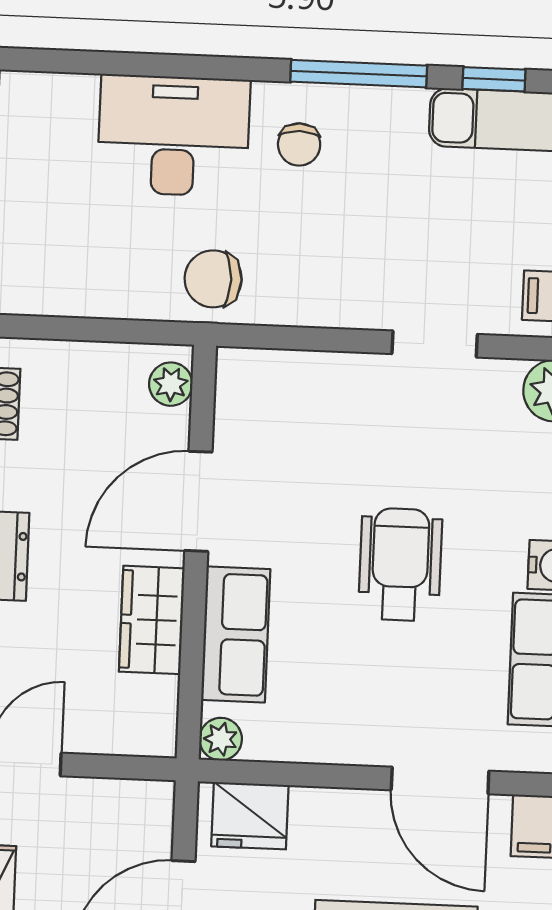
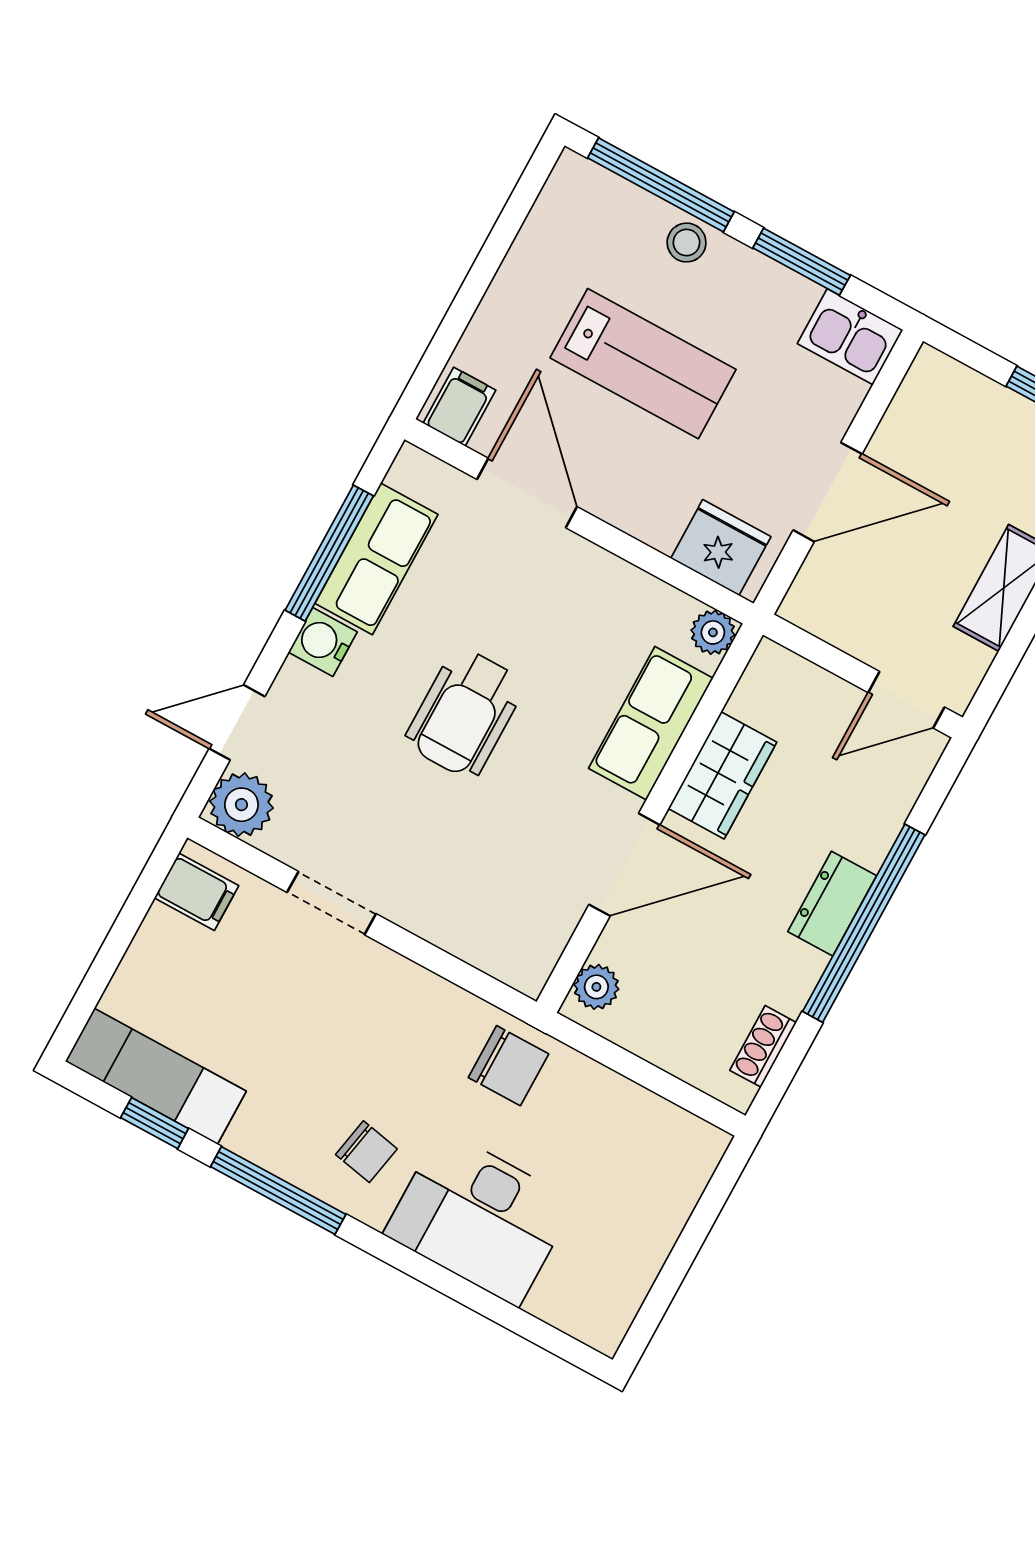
chair: (299, 144) -> (366, 1152), turned 101

